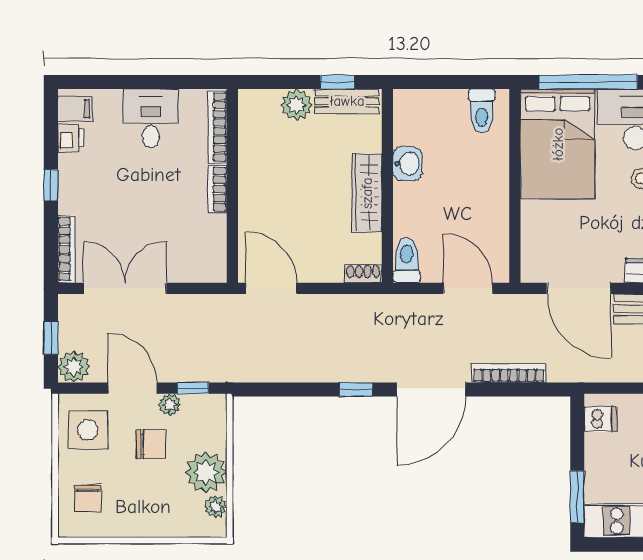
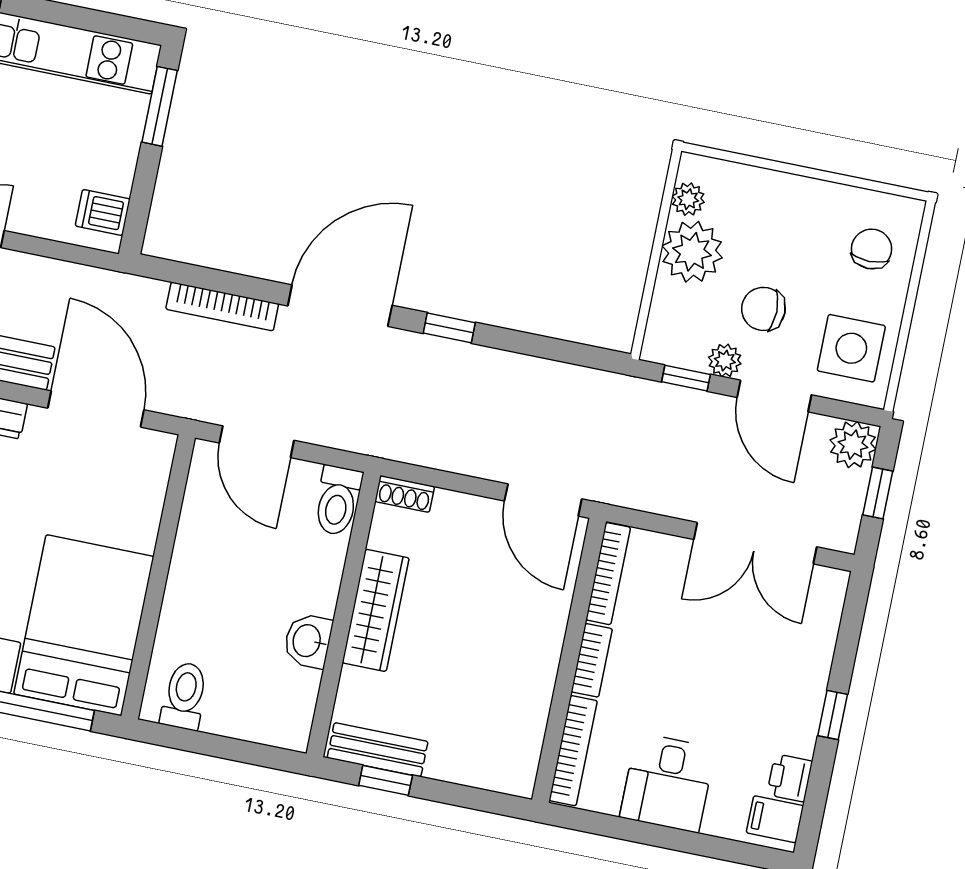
plant: (297, 105) -> (452, 759), removed
bookcase: (66, 249) -> (608, 574), moved, turned 180

